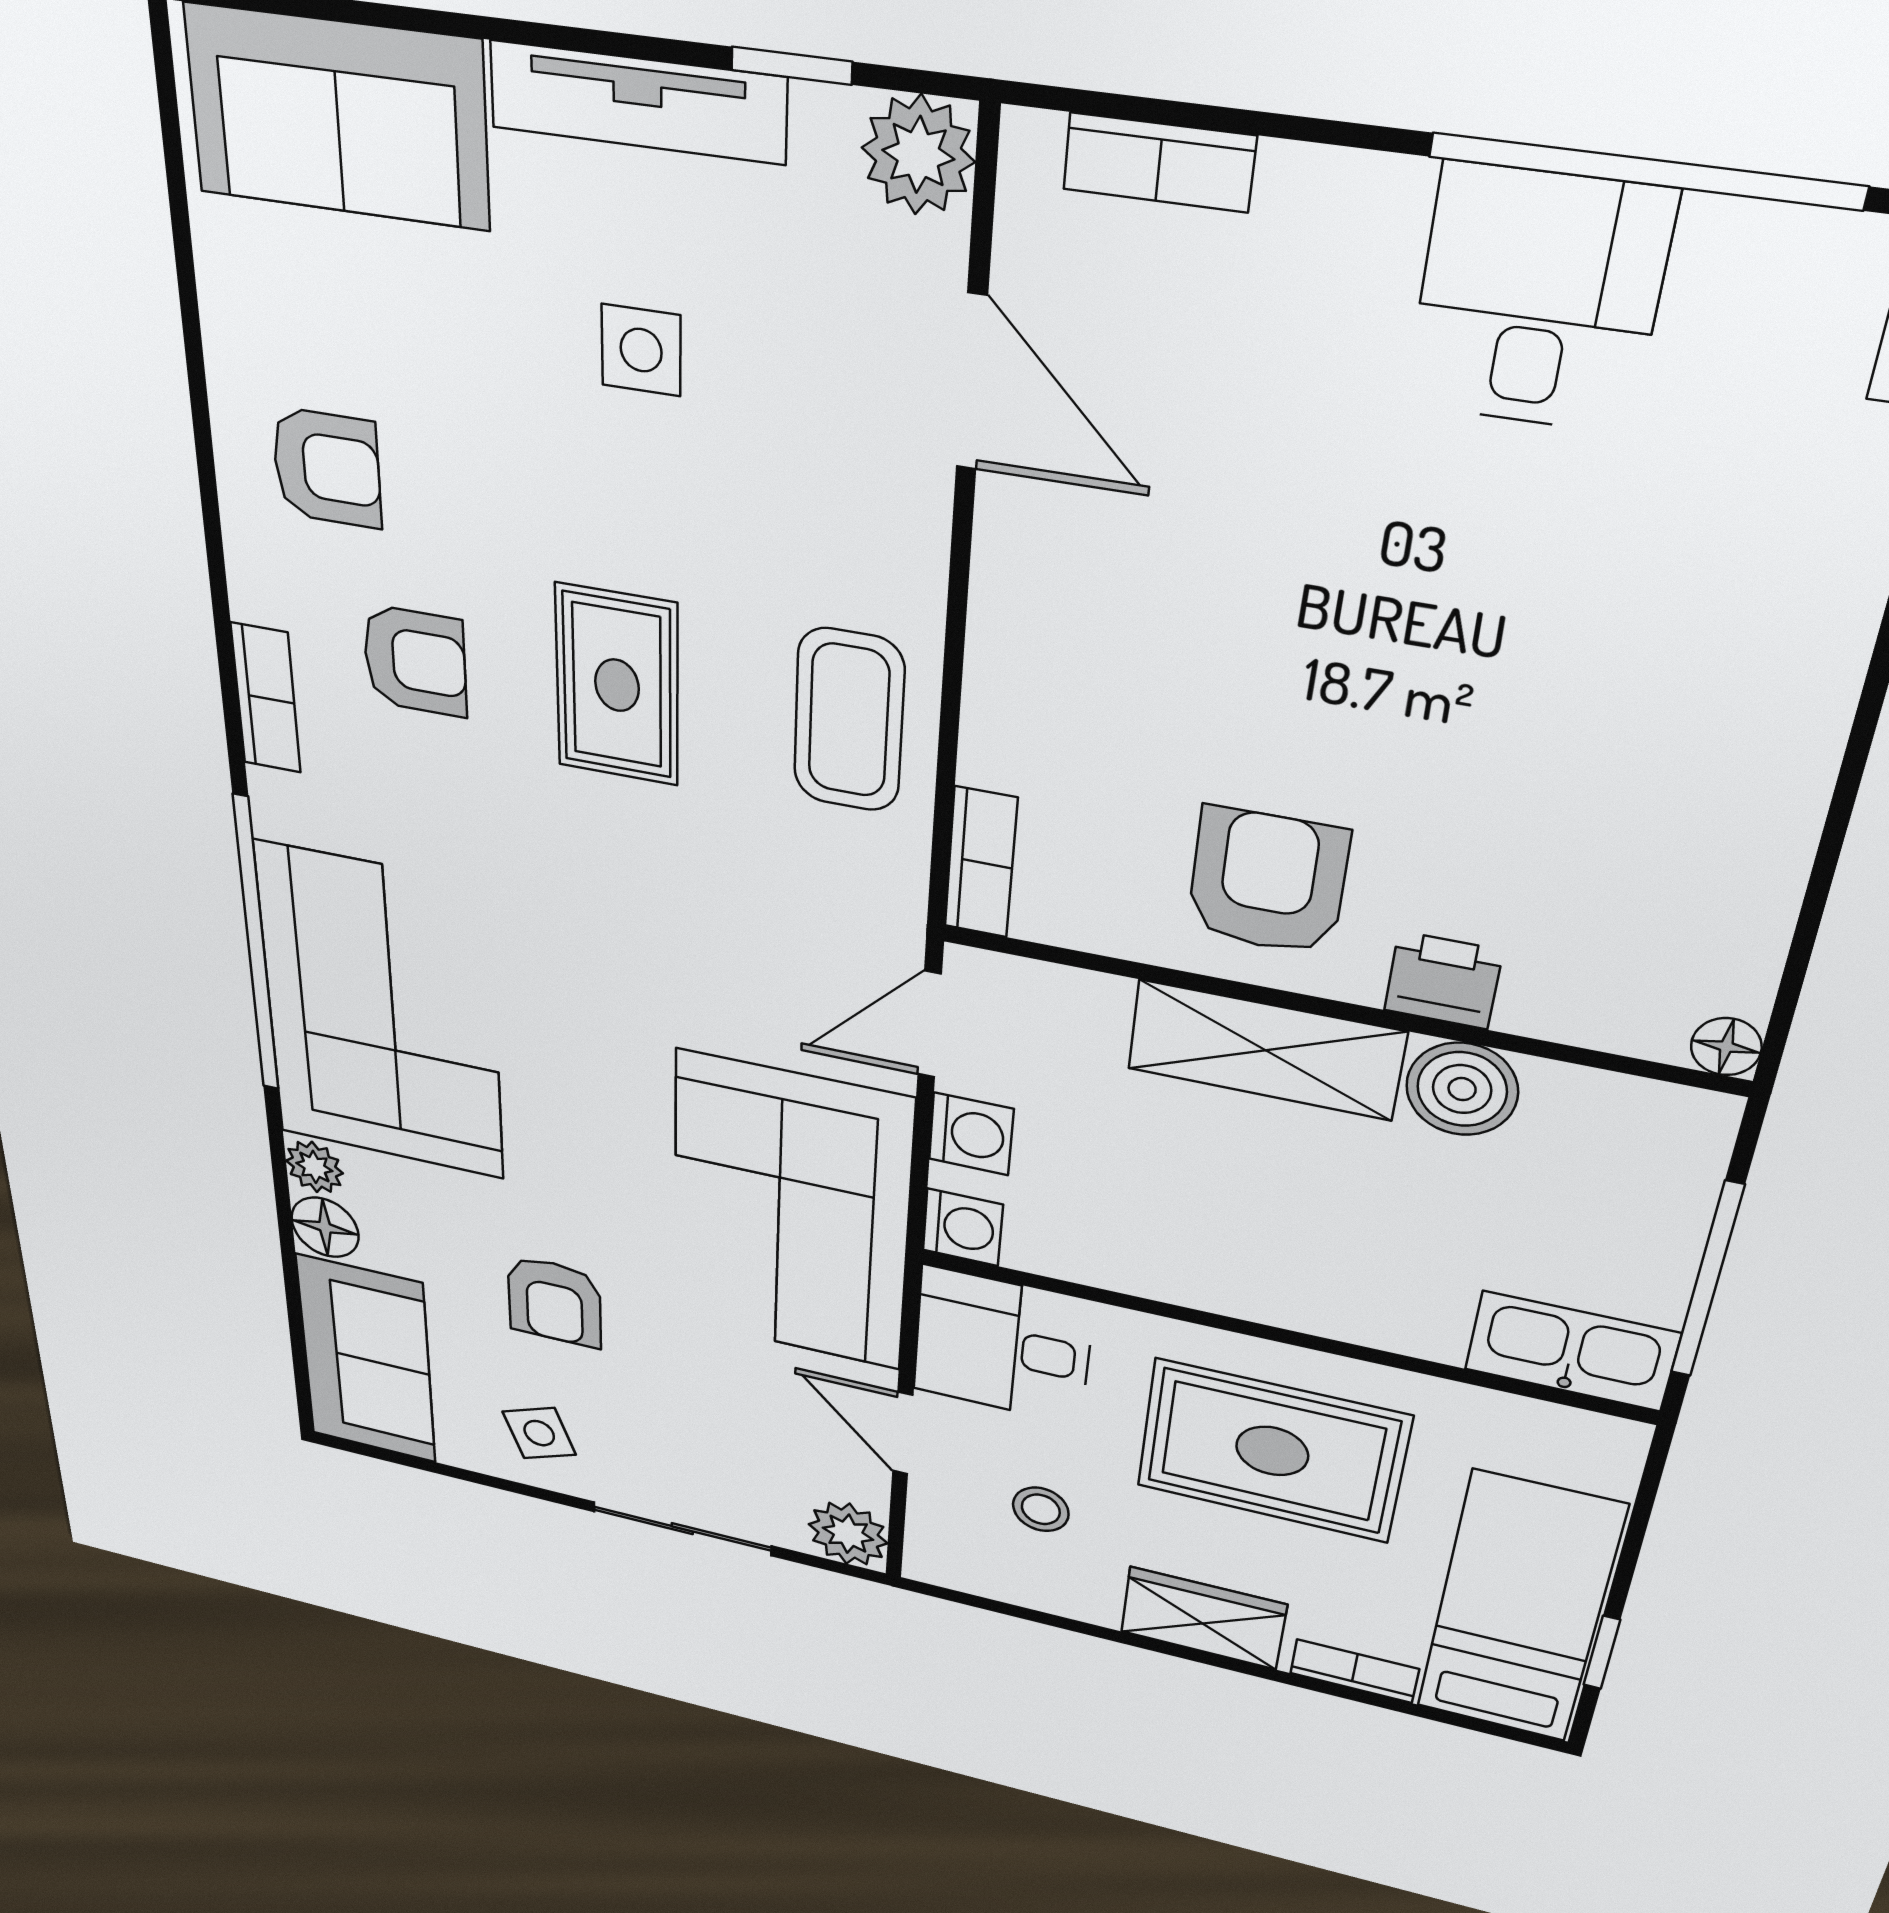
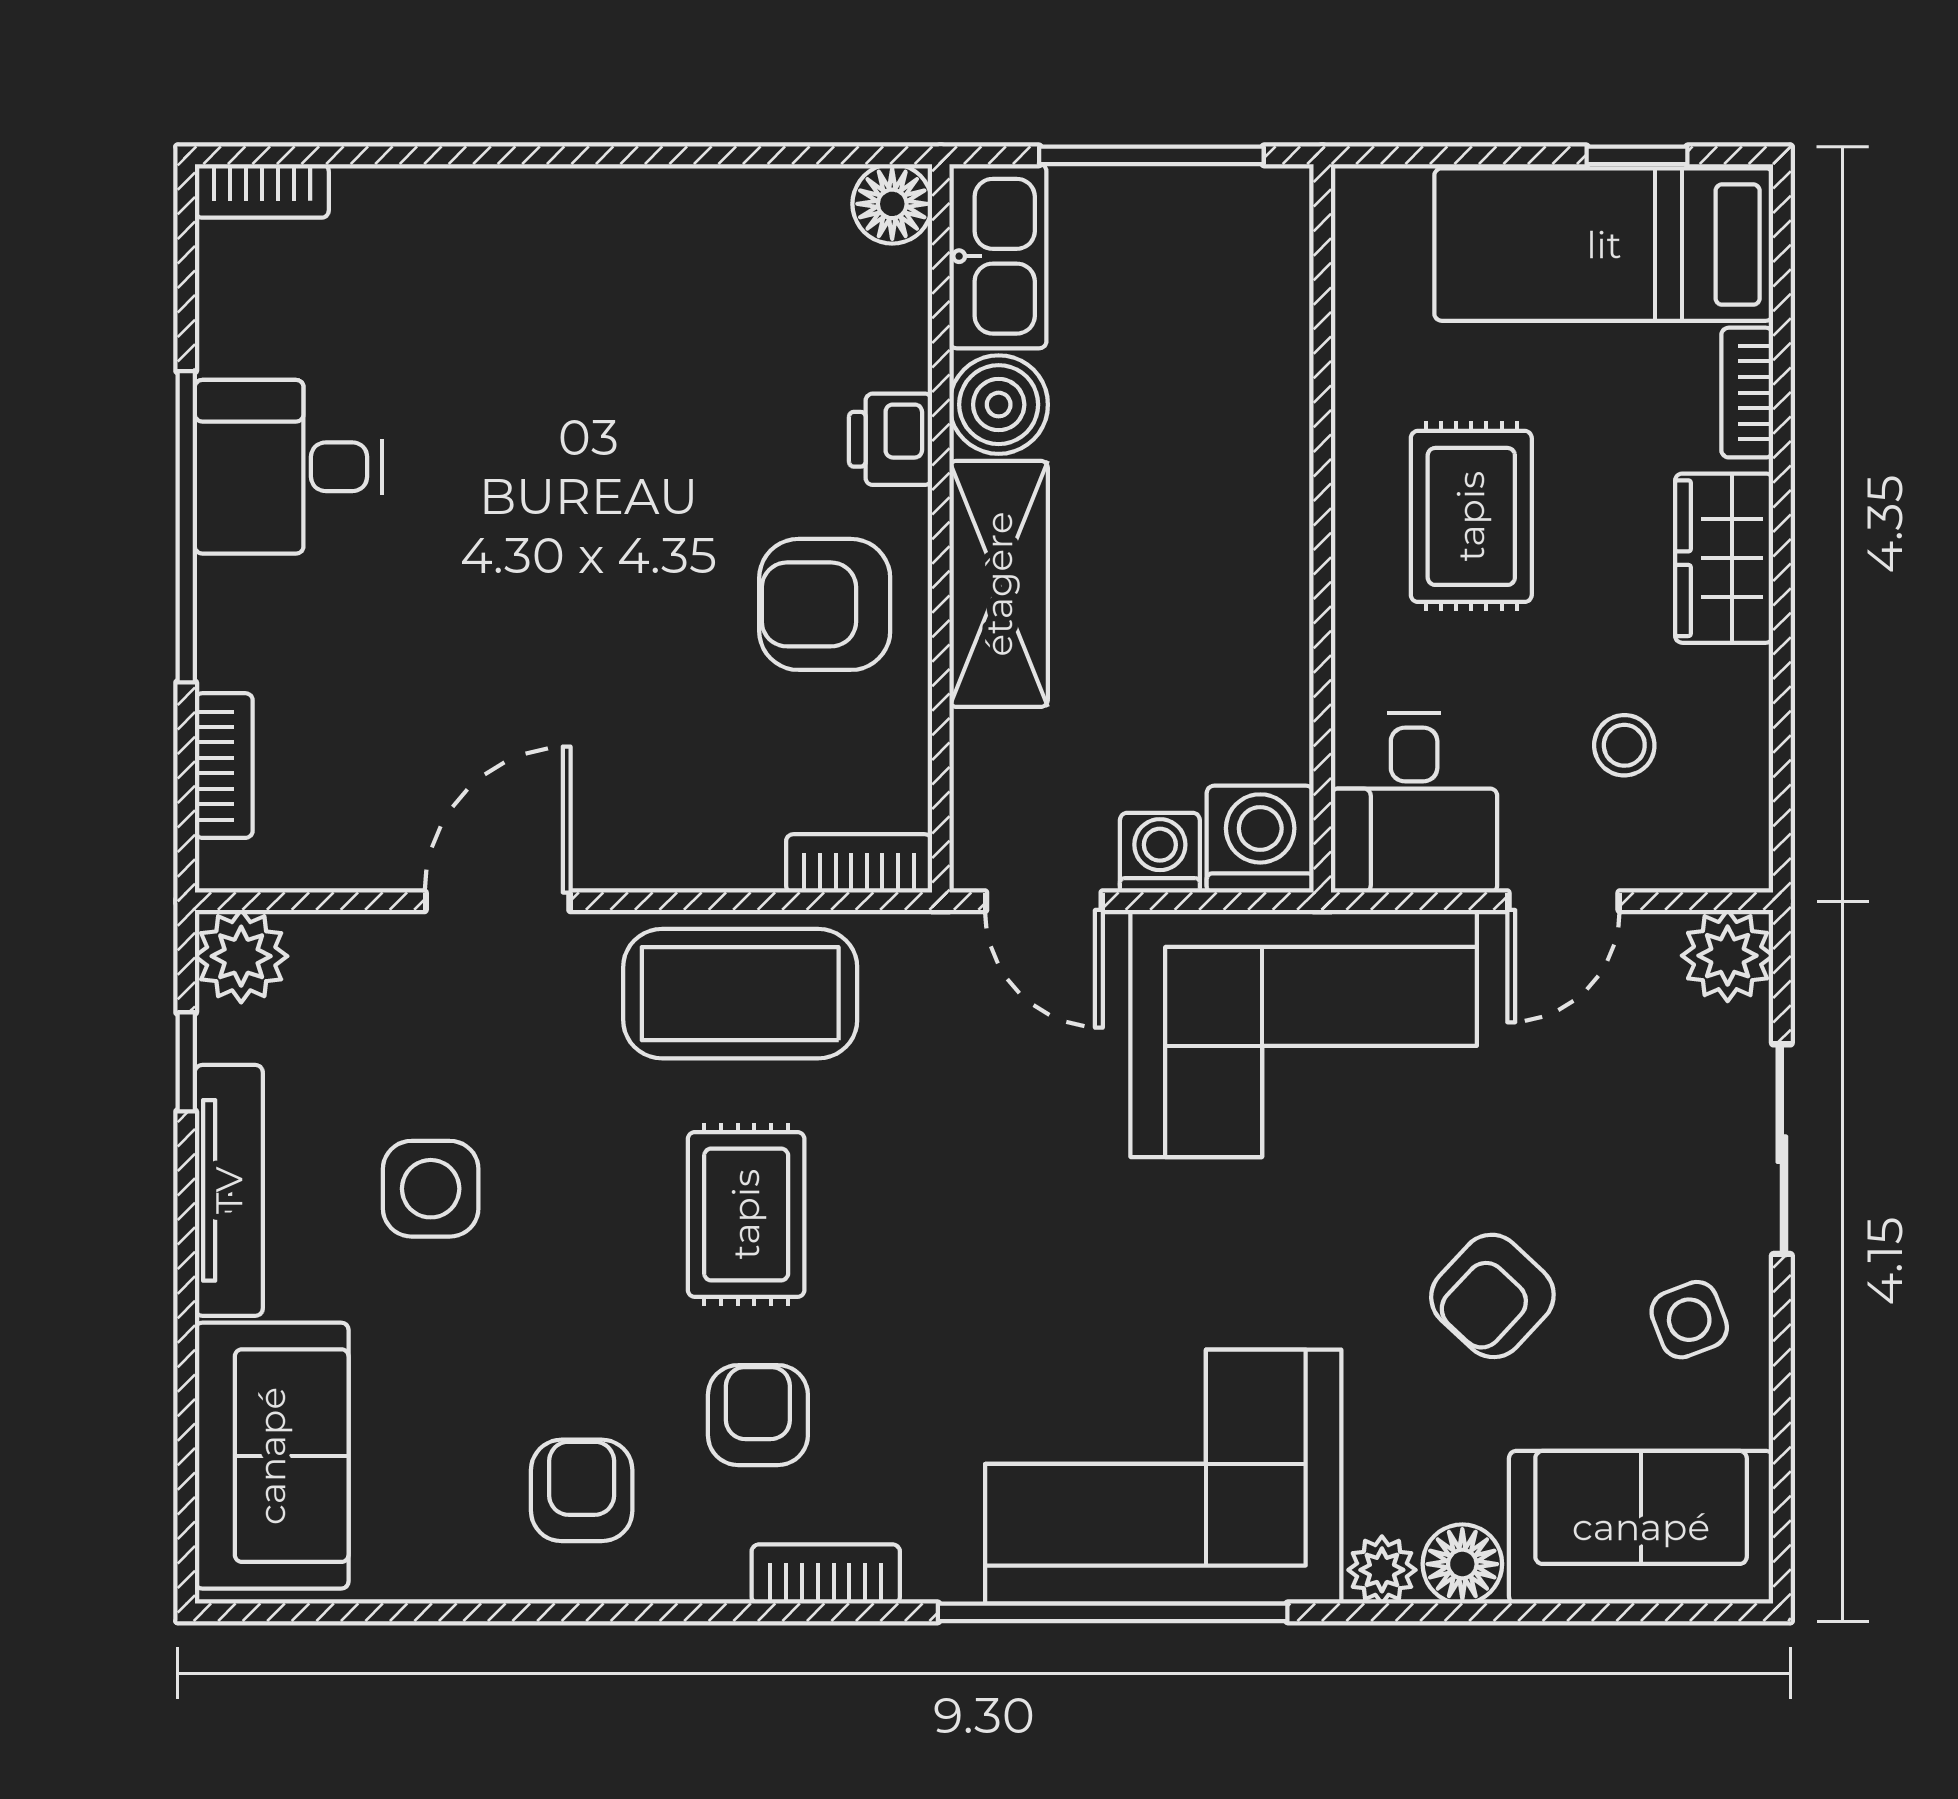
window: (1645, 171) -> (186, 527), moved
side table: (641, 350) -> (431, 1189), width x1.37, depth x1.37
door: (972, 382) -> (498, 901), moved
rug: (617, 685) -> (746, 1214), turned 90
coffee table: (849, 720) -> (740, 994), width x1.36, depth x1.32
floor lamp: (1726, 1047) -> (892, 204), width x1.37, depth x1.37
washing machine: (963, 1227) -> (1260, 839), width x1.38, depth x1.38
armchair: (554, 1301) -> (1492, 1296), turned 133
kitchen sink: (1572, 1351) -> (998, 256), moved, turned 180
rug: (1272, 1451) -> (1471, 516), width x0.73, depth x0.70

